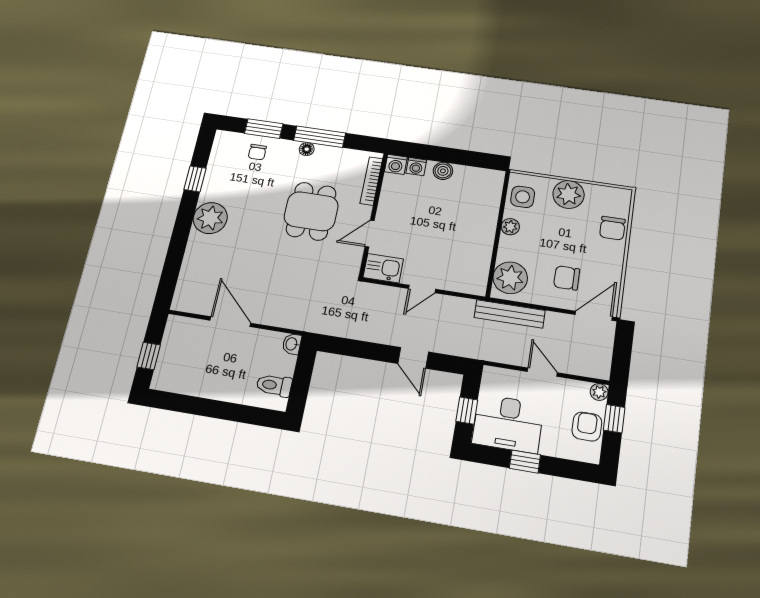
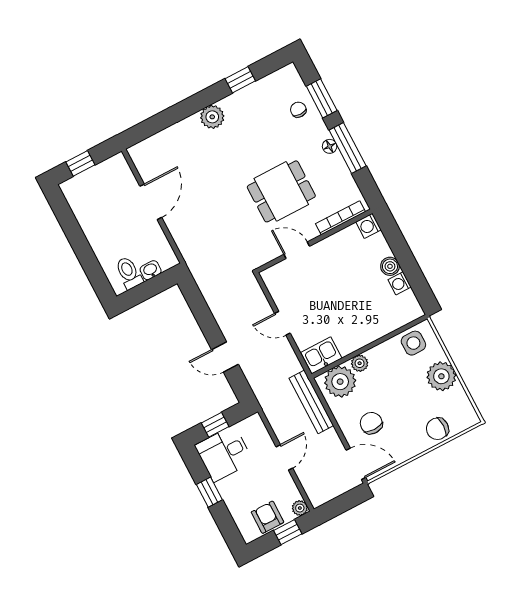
chair: (257, 152) -> (298, 110), turned 90
washing machine: (416, 167) -> (399, 283), moved
plant: (210, 218) -> (212, 117), width x0.73, depth x0.73
plant: (510, 227) -> (360, 363), moved
kitchen sink: (383, 268) -> (321, 355), moved, turned -90
washbasin: (292, 344) -> (151, 270), moved
door: (413, 358) -> (225, 357), hinge flipped
desk: (508, 424) -> (224, 454), width x0.73
armchair: (587, 427) -> (268, 517), turned -90

